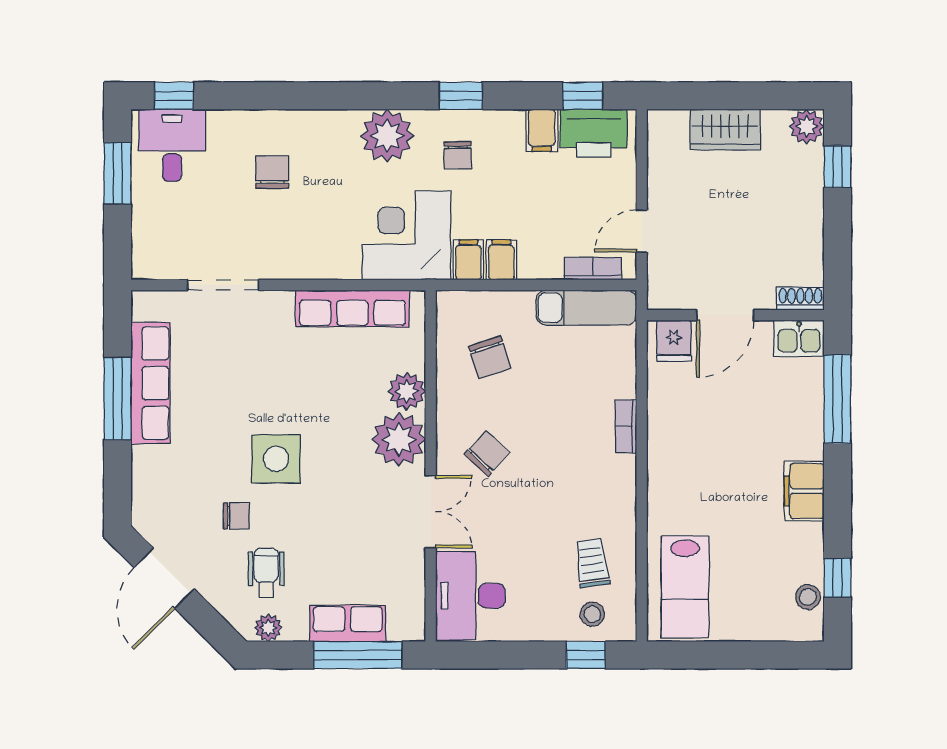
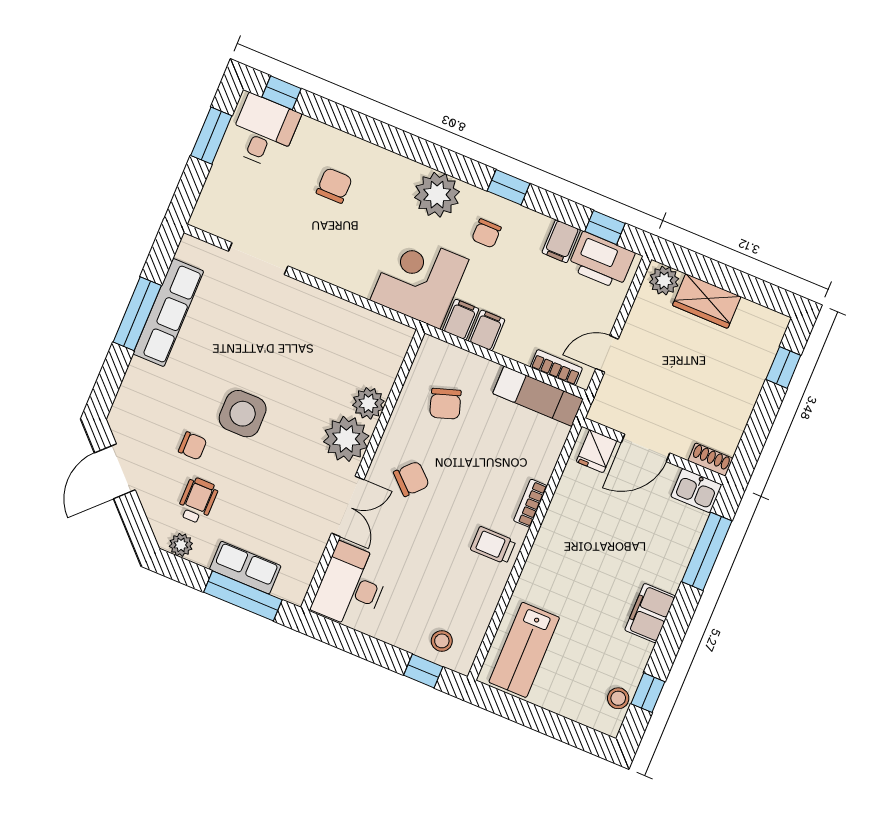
plant: (807, 127) -> (664, 281), moved
row of seats: (352, 308) -> (353, 320), removed
trolley: (592, 563) -> (493, 545), moved, turned -82

